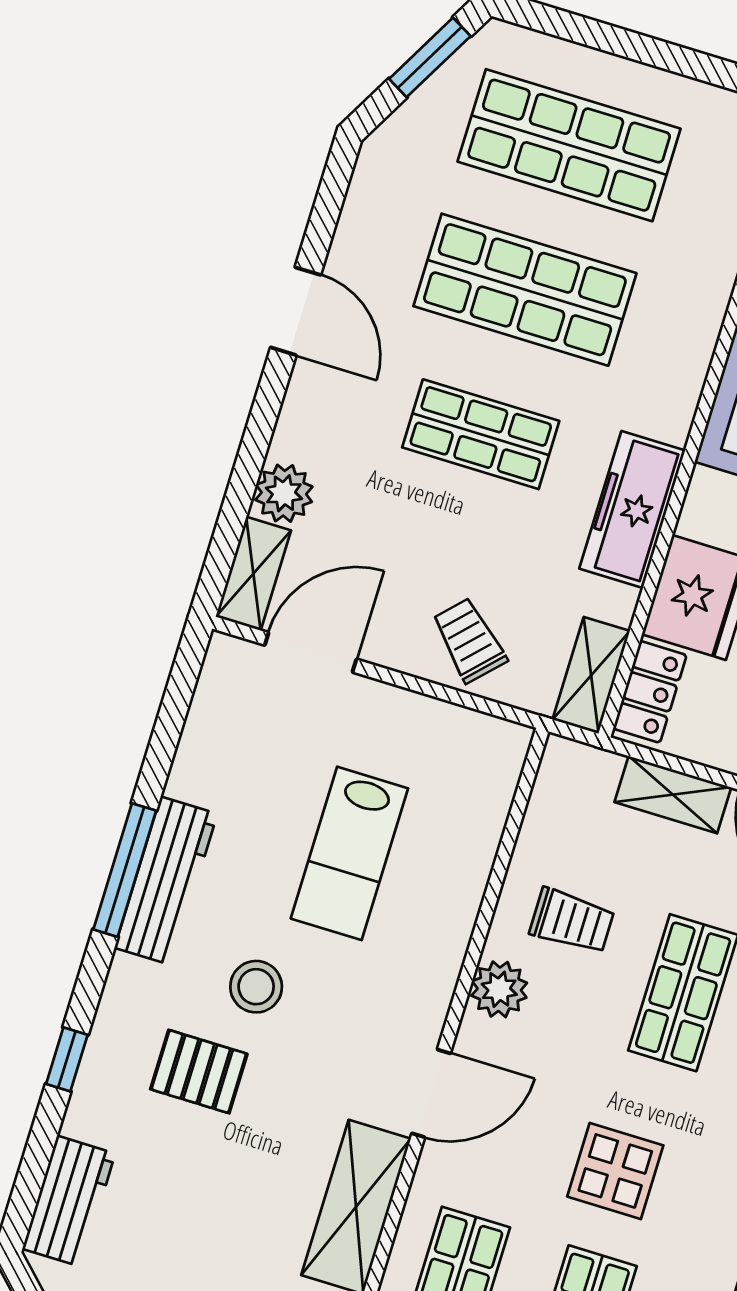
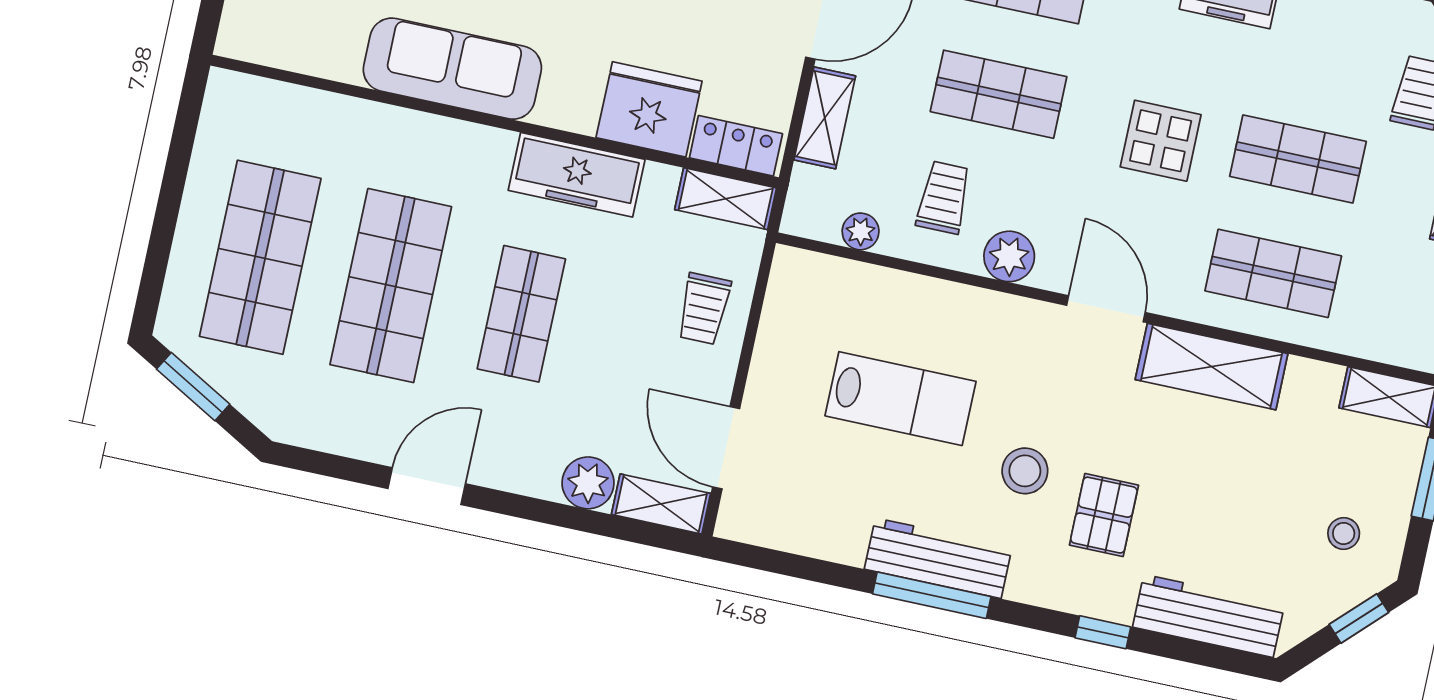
trolley: (469, 640) -> (704, 309), turned -44
plant: (541, 824) -> (861, 231), added
workbench: (69, 1201) -> (1208, 616), width x1.38

